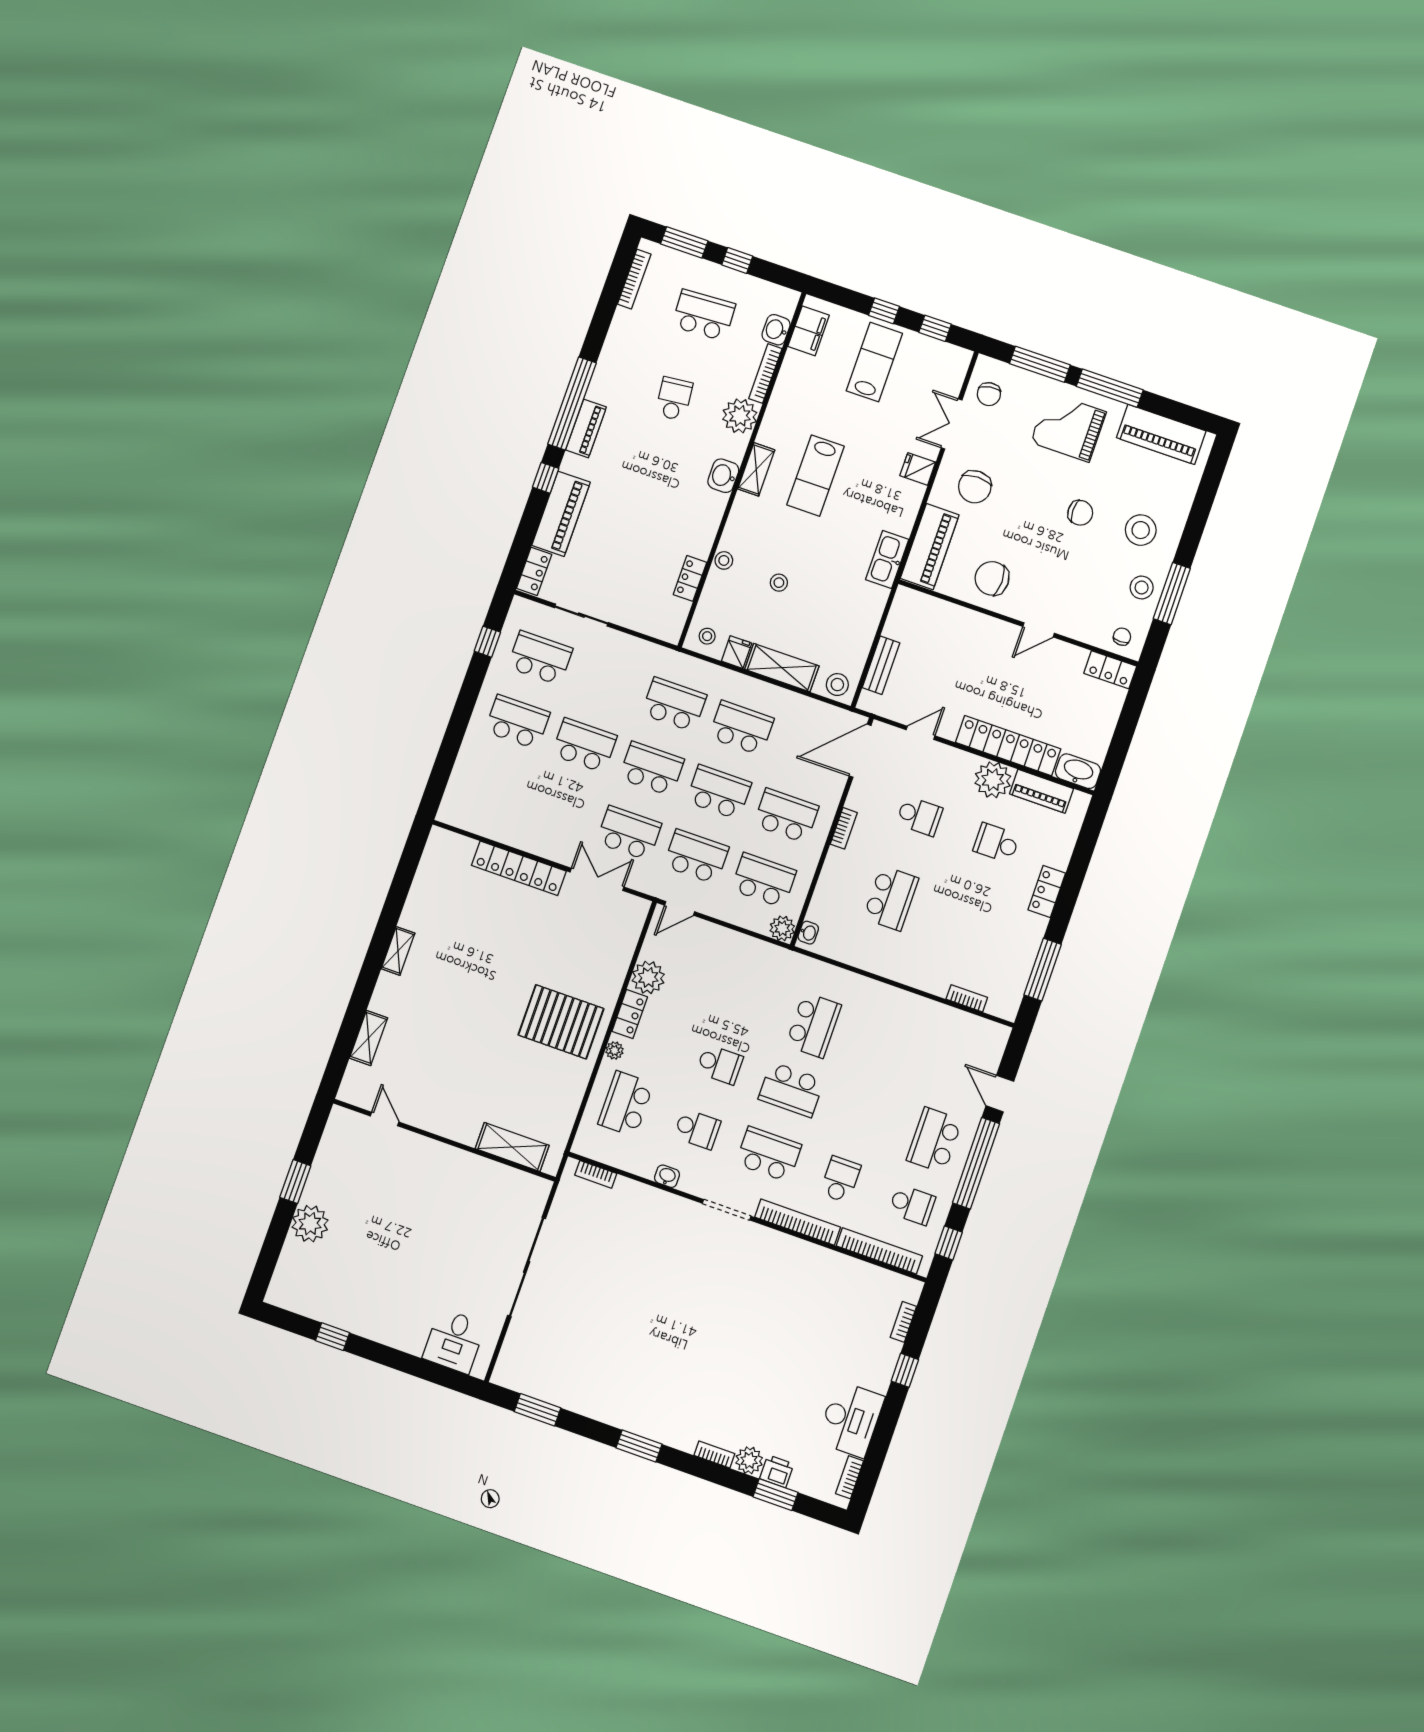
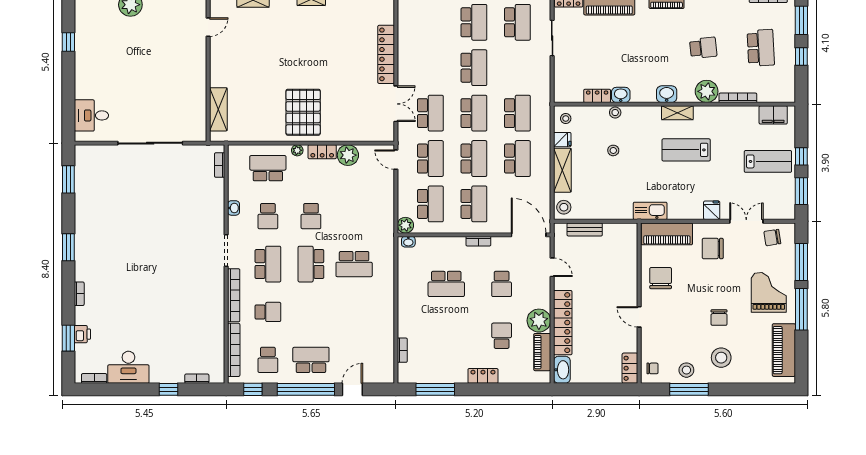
window: (935, 328) -> (801, 191), width x1.50
washbasin: (776, 330) -> (621, 95), moved
plant: (749, 1460) -> (83, 316), removed

